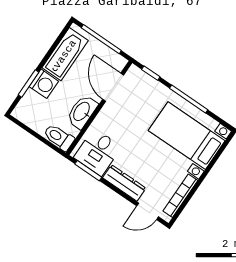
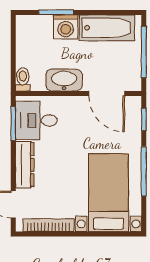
door: (113, 87) -> (107, 94), swing flipped
toilet: (59, 137) -> (23, 79), width x0.73, depth x0.72

